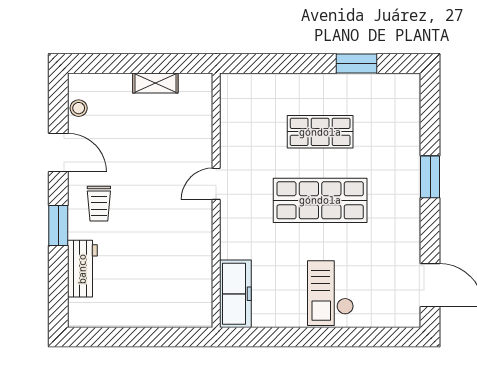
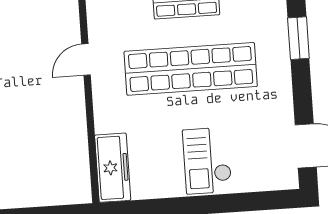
shop shelf: (320, 200) -> (191, 69), width x1.40

